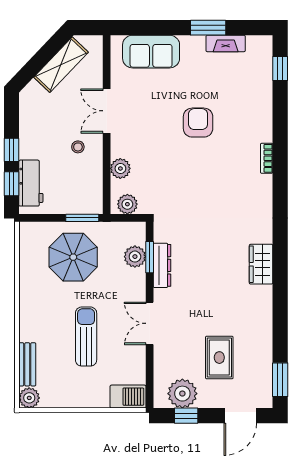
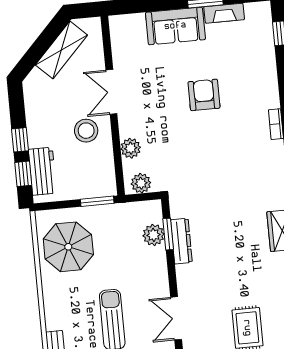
sofa: (151, 52) -> (175, 26), moved
stool: (78, 147) -> (86, 131), width x1.89, depth x1.89
parasol: (73, 257) -> (68, 247), moved
double door: (150, 323) -> (176, 318), moved

